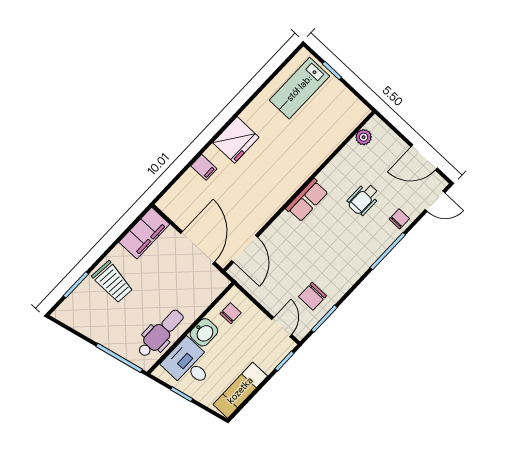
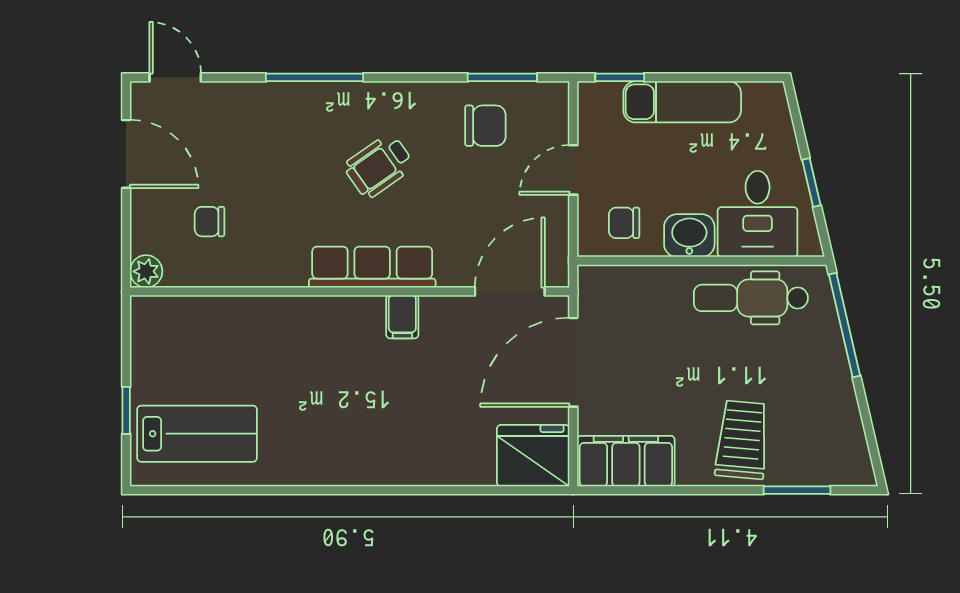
plant: (364, 137) -> (146, 271), moved
fridge: (236, 140) -> (533, 456), moved
filing cabinet: (204, 167) -> (402, 317), moved, turned 180
wheelchair: (363, 199) -> (379, 166), moved, turned 145
row of seats: (307, 200) -> (372, 267), width x1.48
chair: (399, 219) -> (209, 222), moved
door: (282, 327) -> (573, 170), moved
exam couch: (240, 390) -> (682, 102), moved

